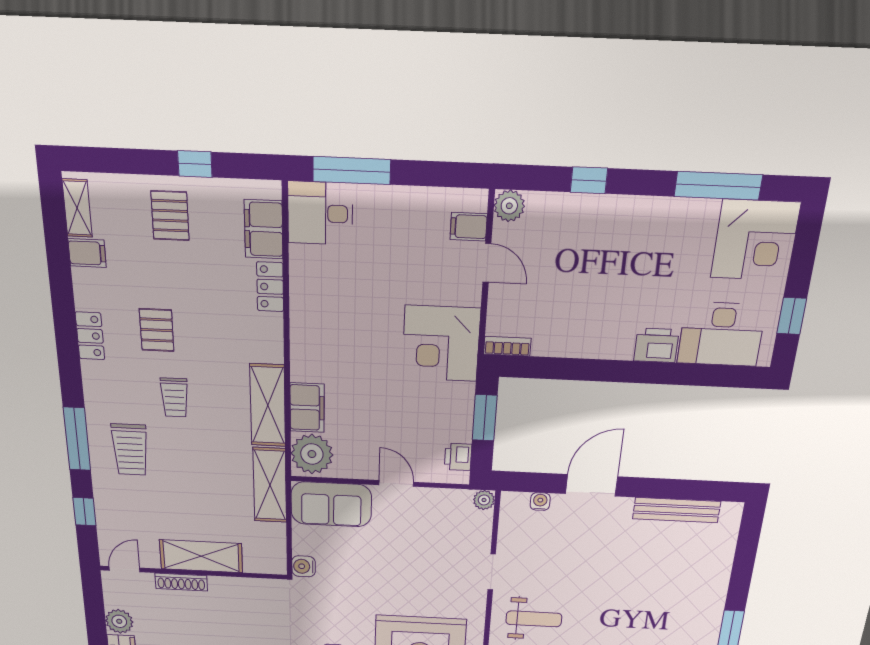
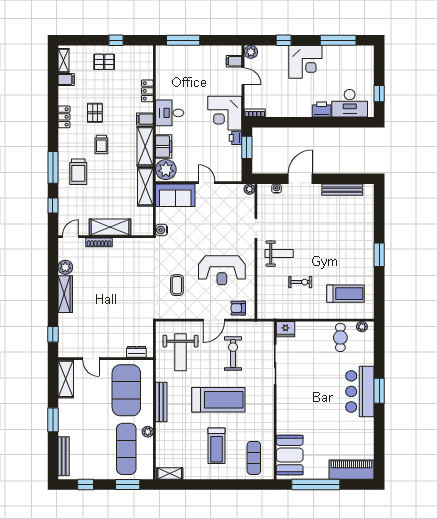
desk: (320, 213) -> (170, 113), moved
pallet: (170, 216) -> (104, 62), turned 90
filing cabinet: (264, 229) -> (145, 119), moved, width x0.50
corner desk: (755, 240) -> (305, 62), moved
printer: (458, 457) -> (236, 138), moved

